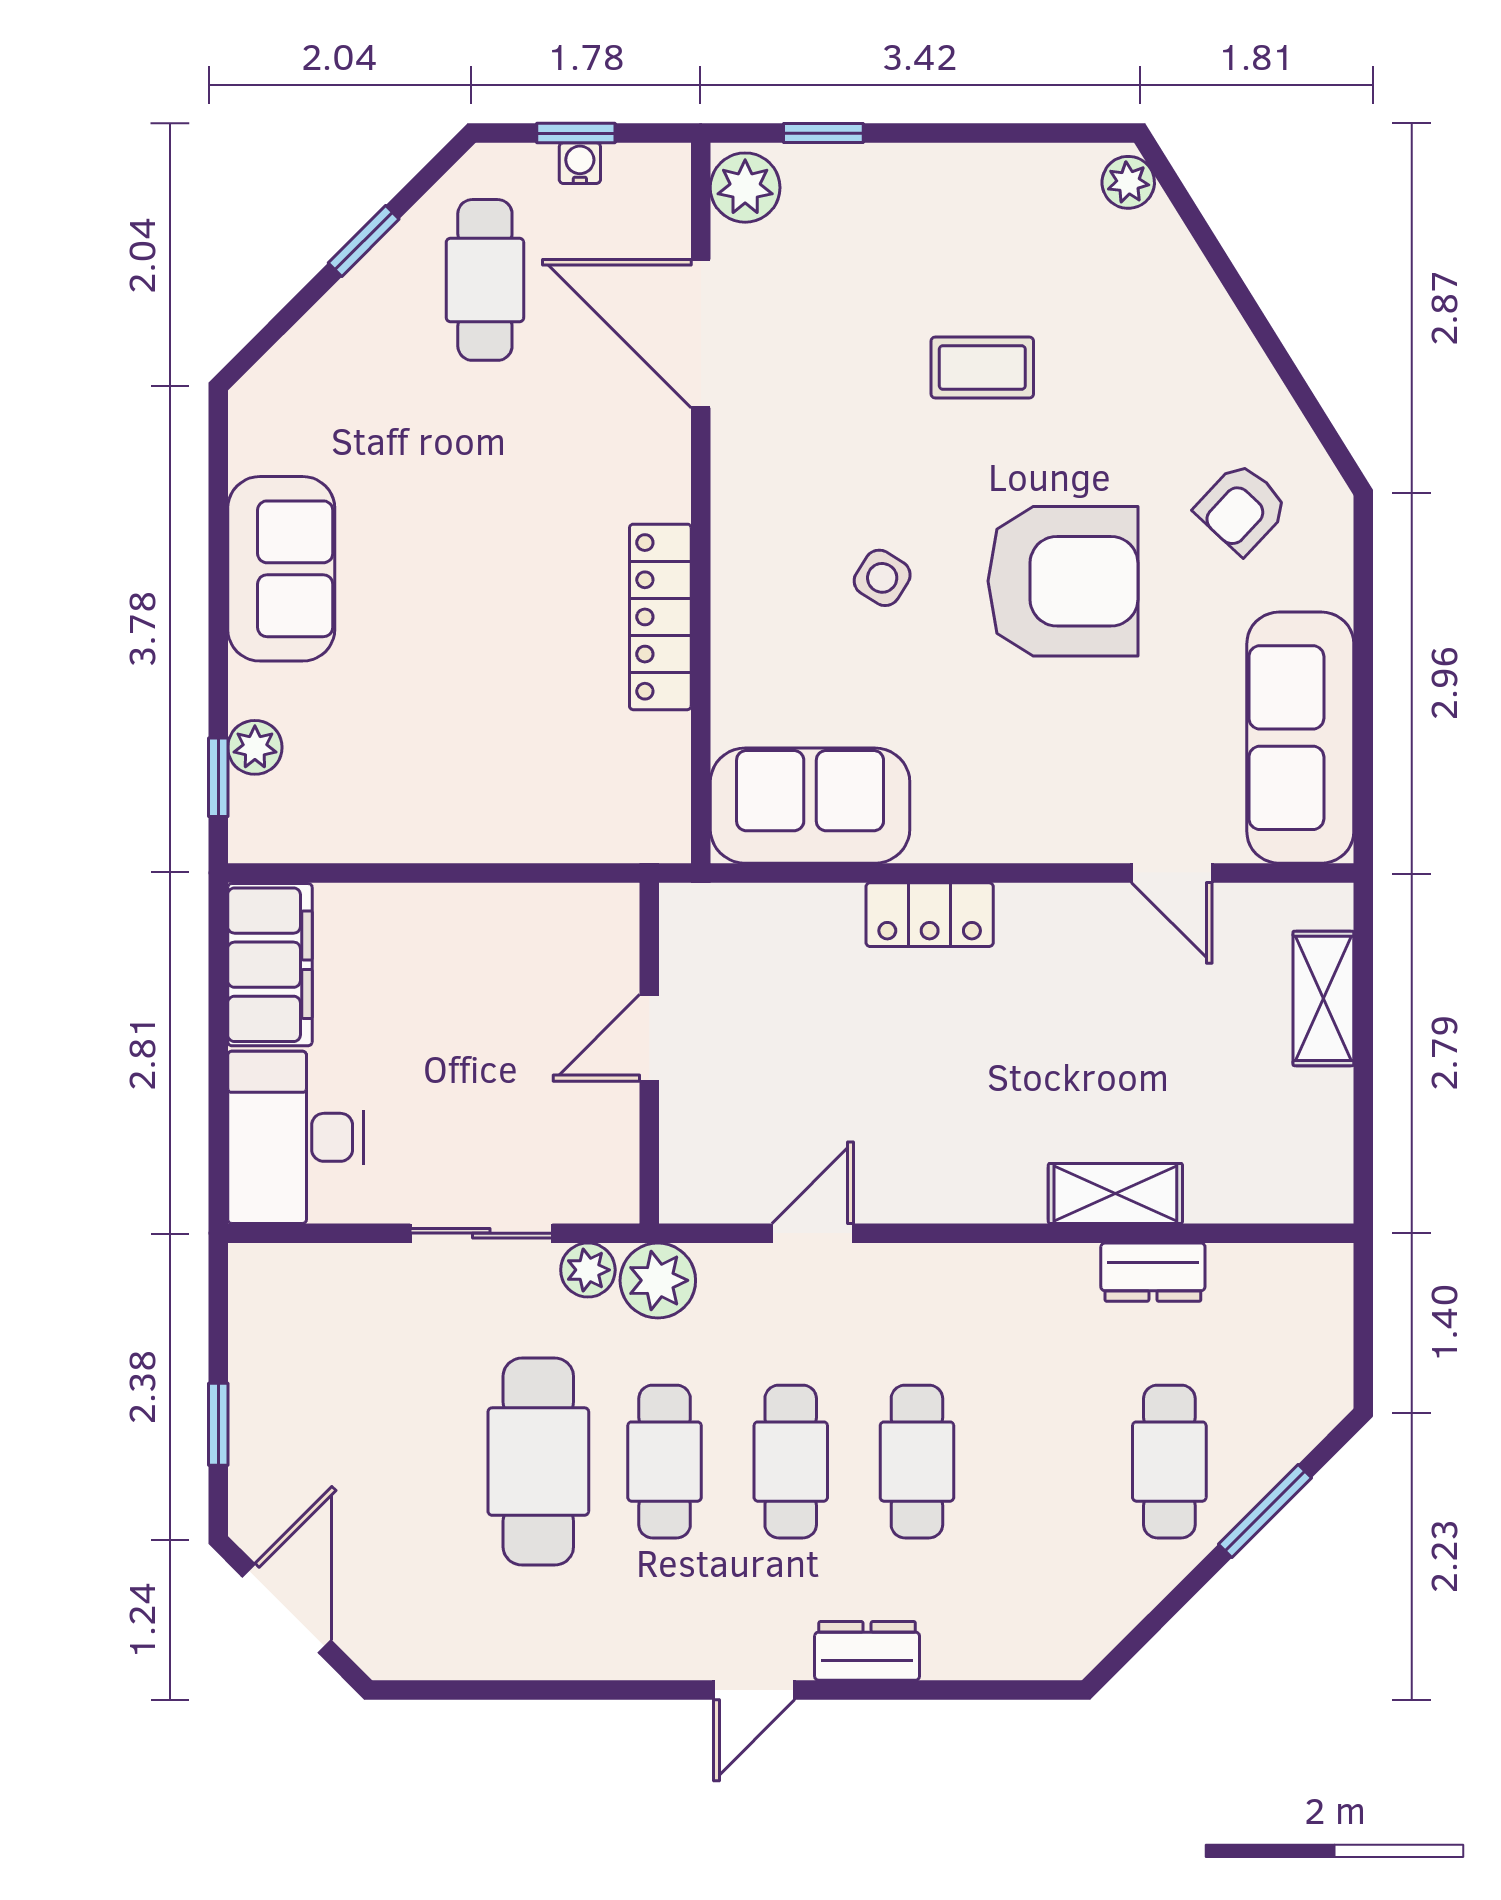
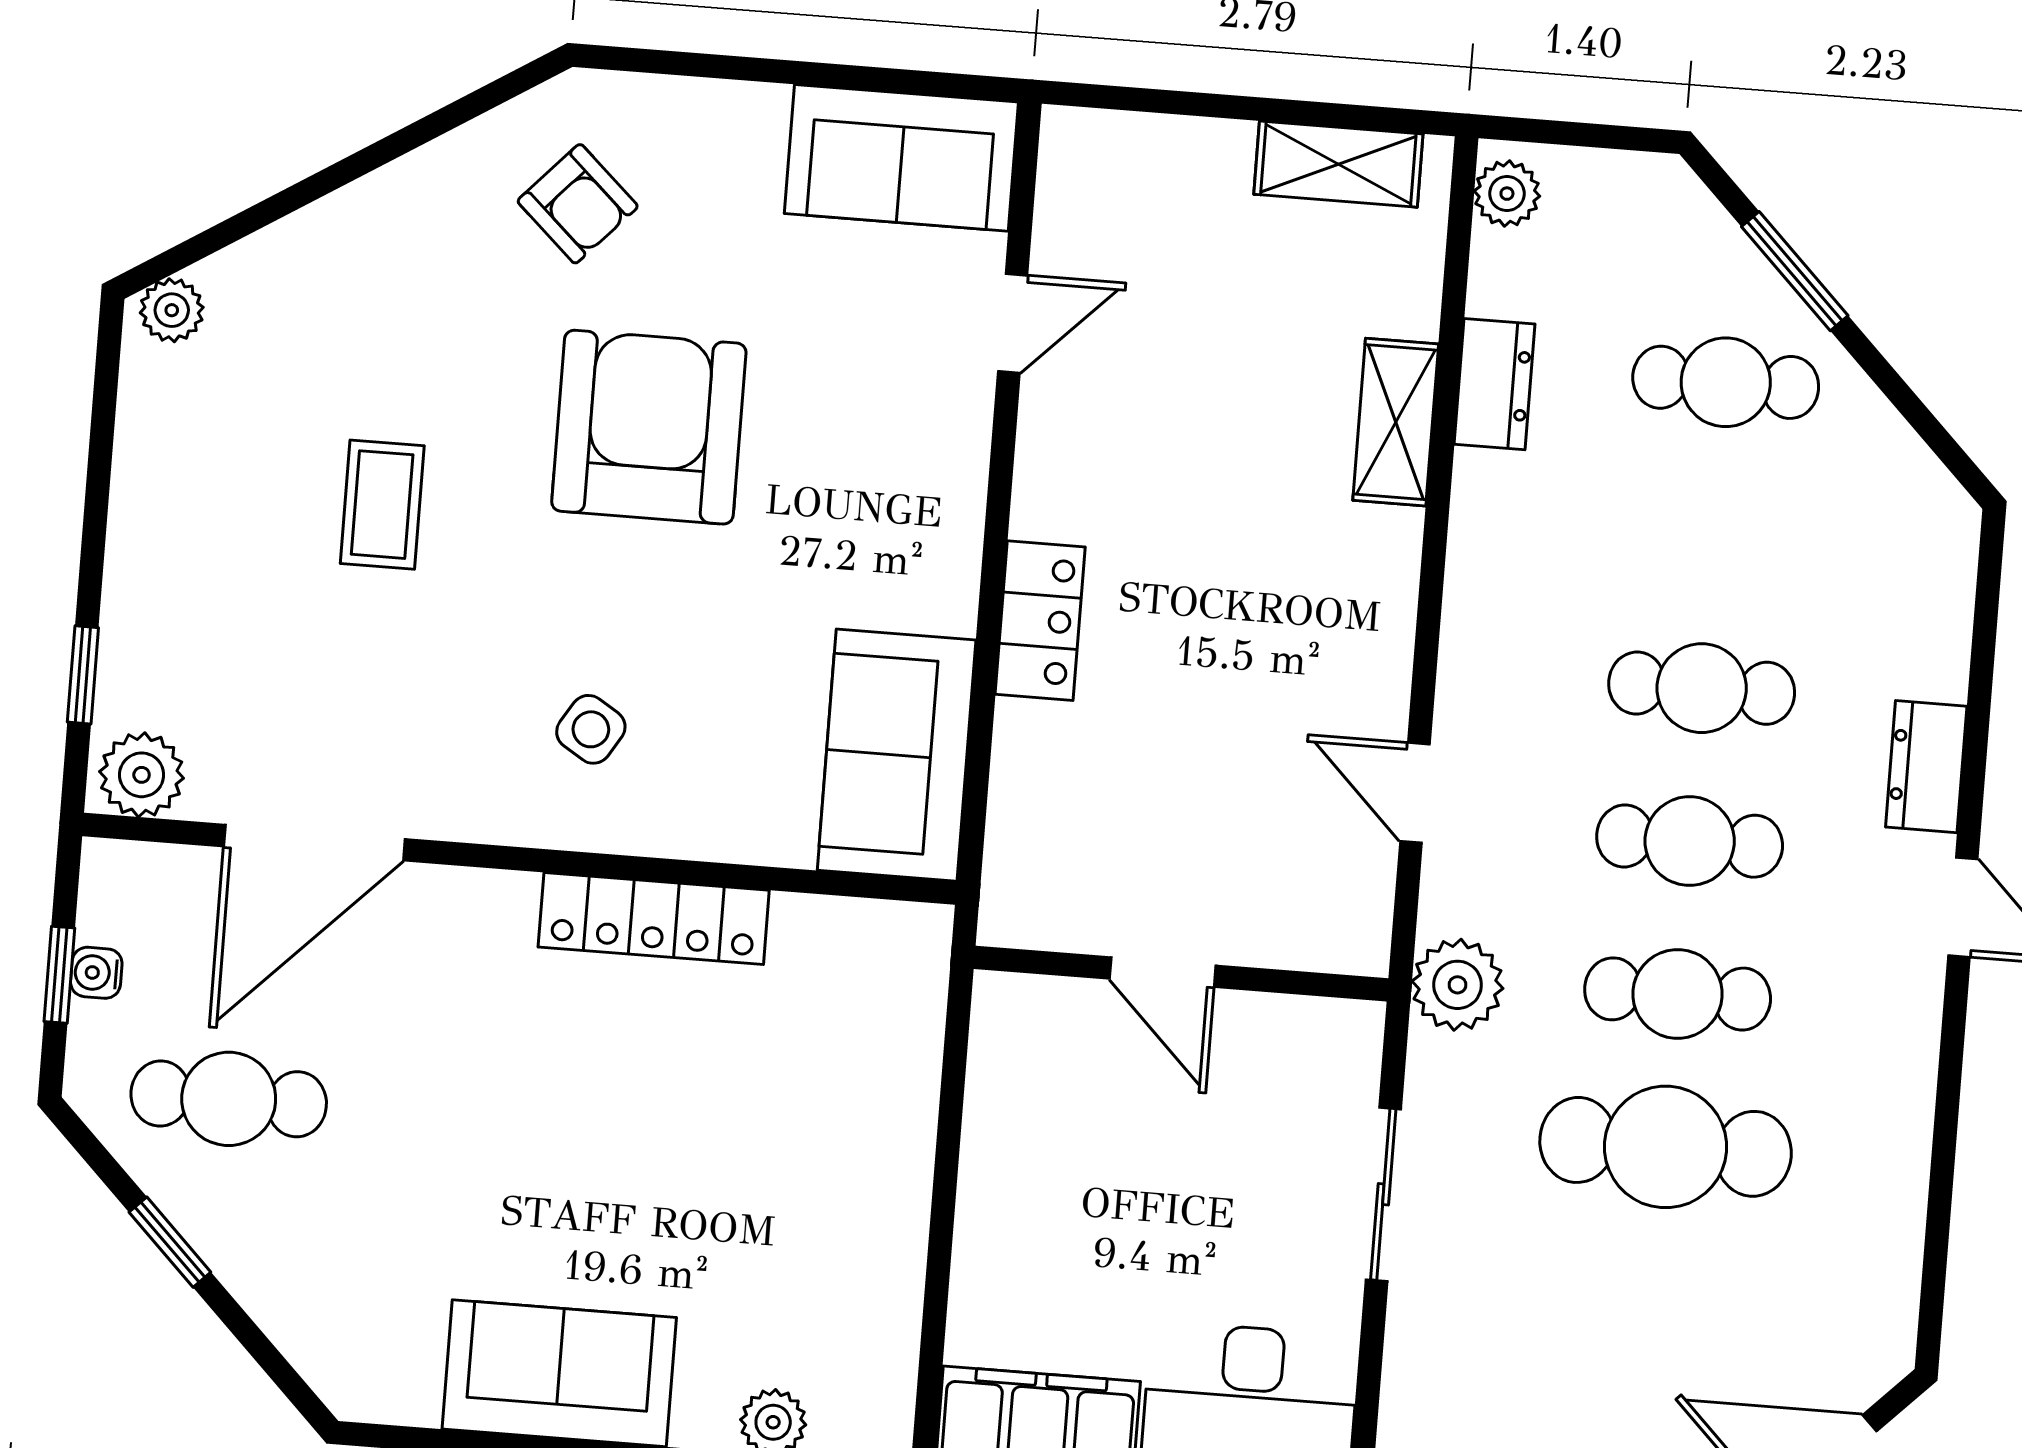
side table: (882, 578) -> (591, 729), moved
sofa: (1300, 738) -> (901, 158), width x0.73
shelving: (1323, 998) -> (1338, 164), moved
plant: (588, 1270) -> (1507, 194), moved

